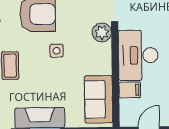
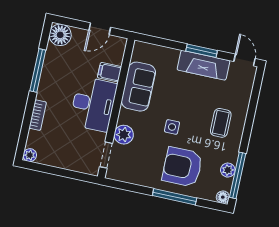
sofa: (99, 99) -> (138, 87), moved

